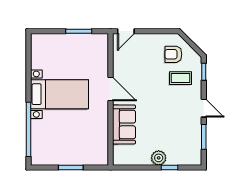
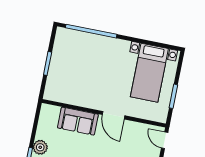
door: (111, 89) -> (113, 115), hinge flipped
bed with nightstands: (59, 94) -> (149, 73), moved

